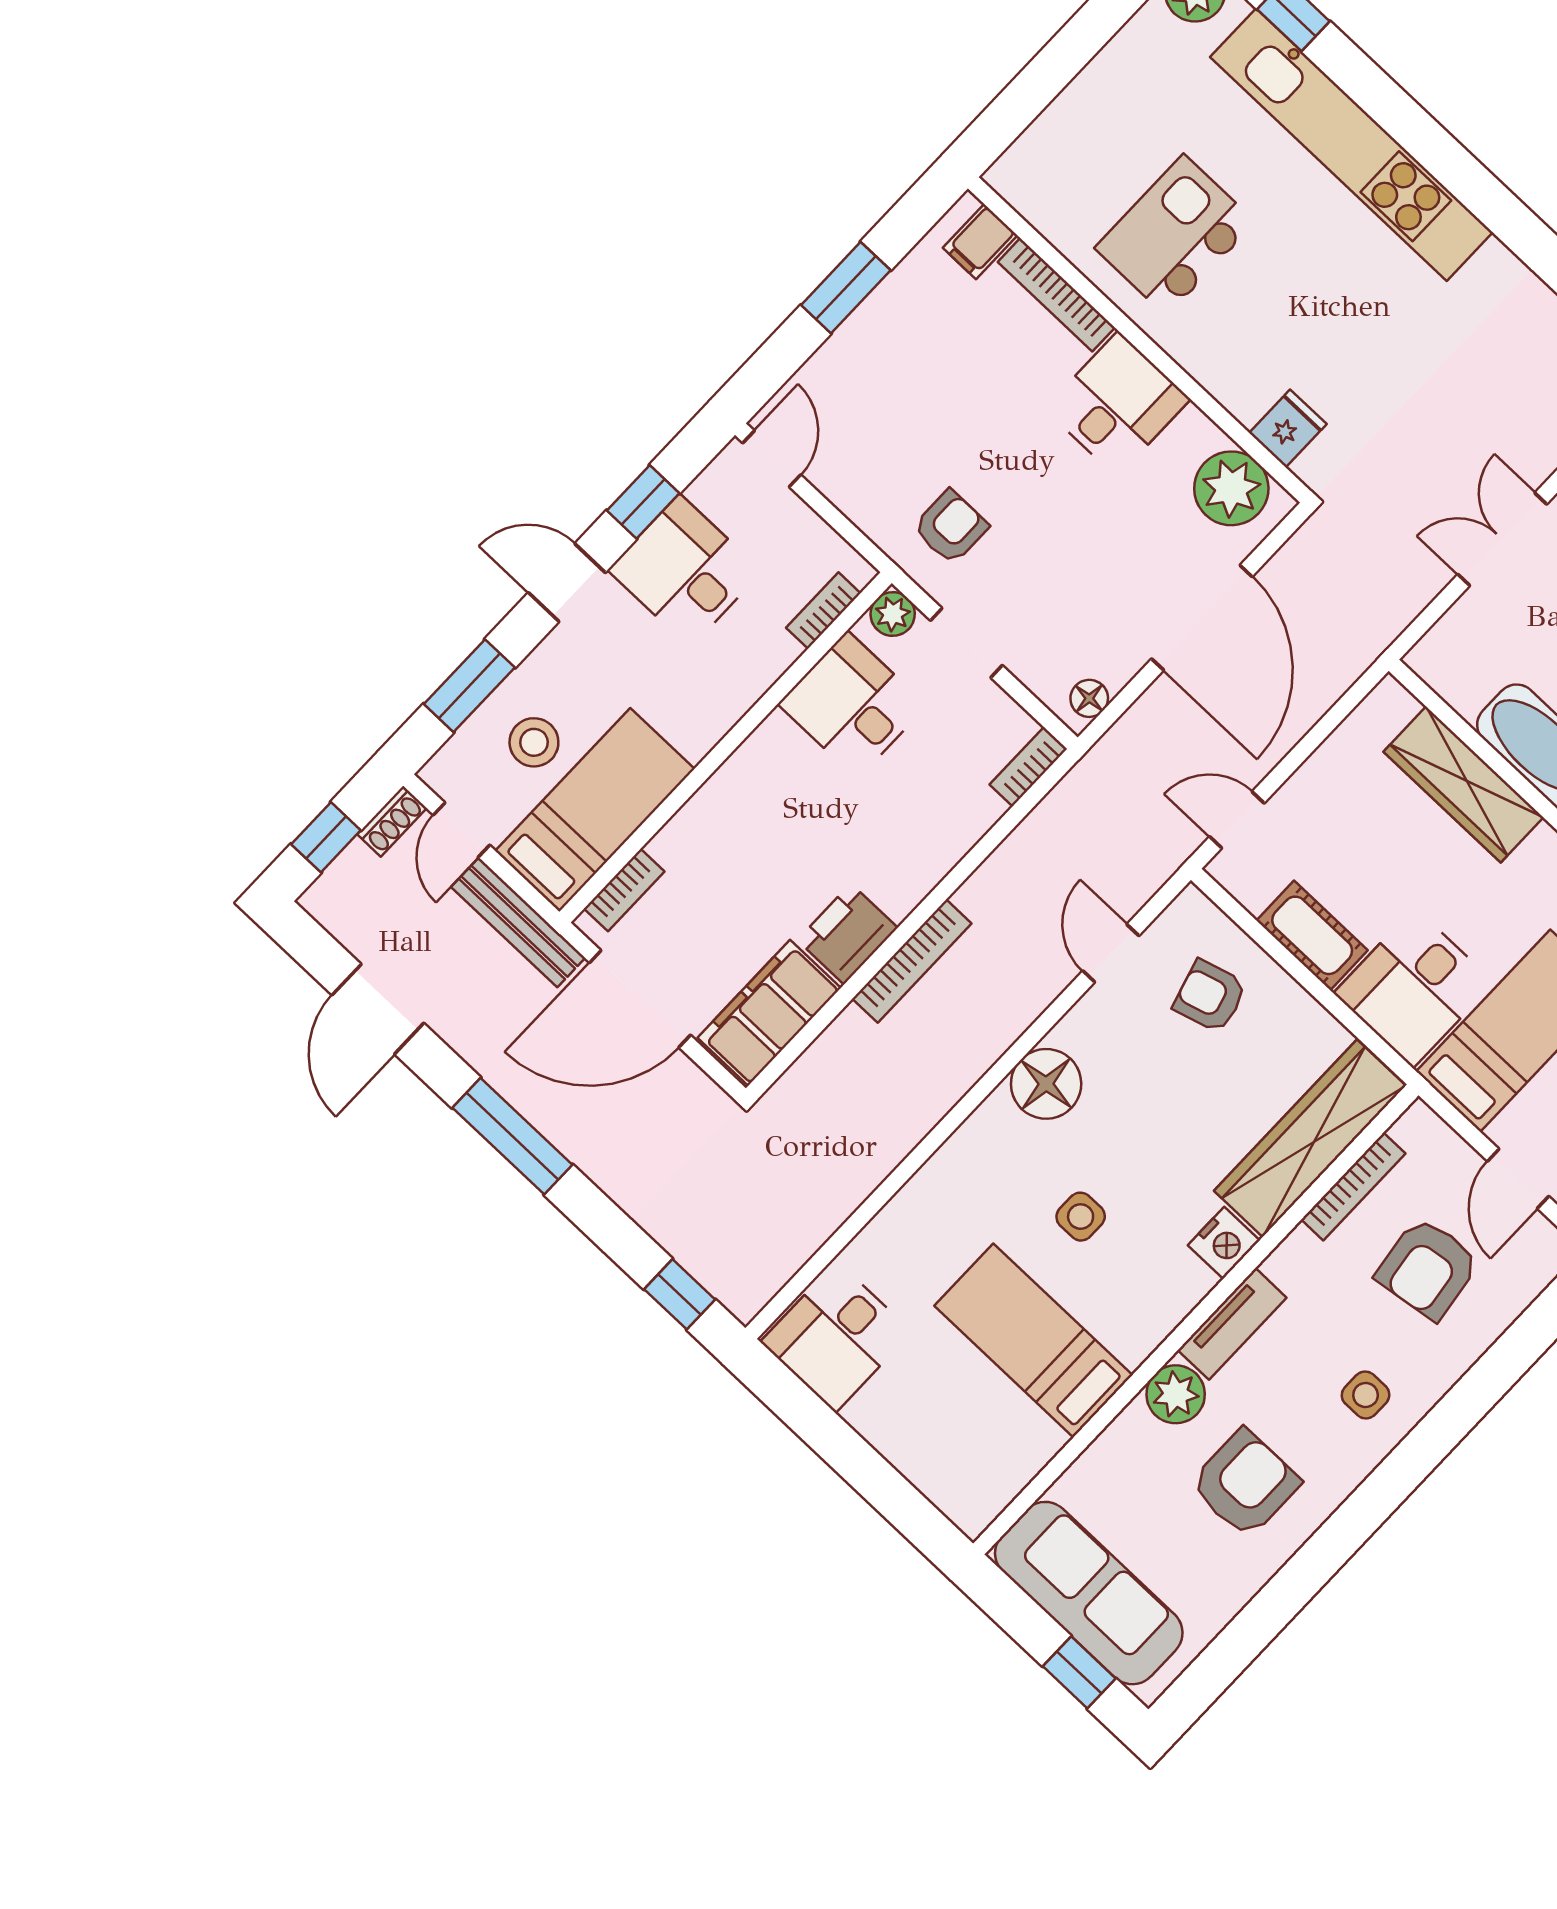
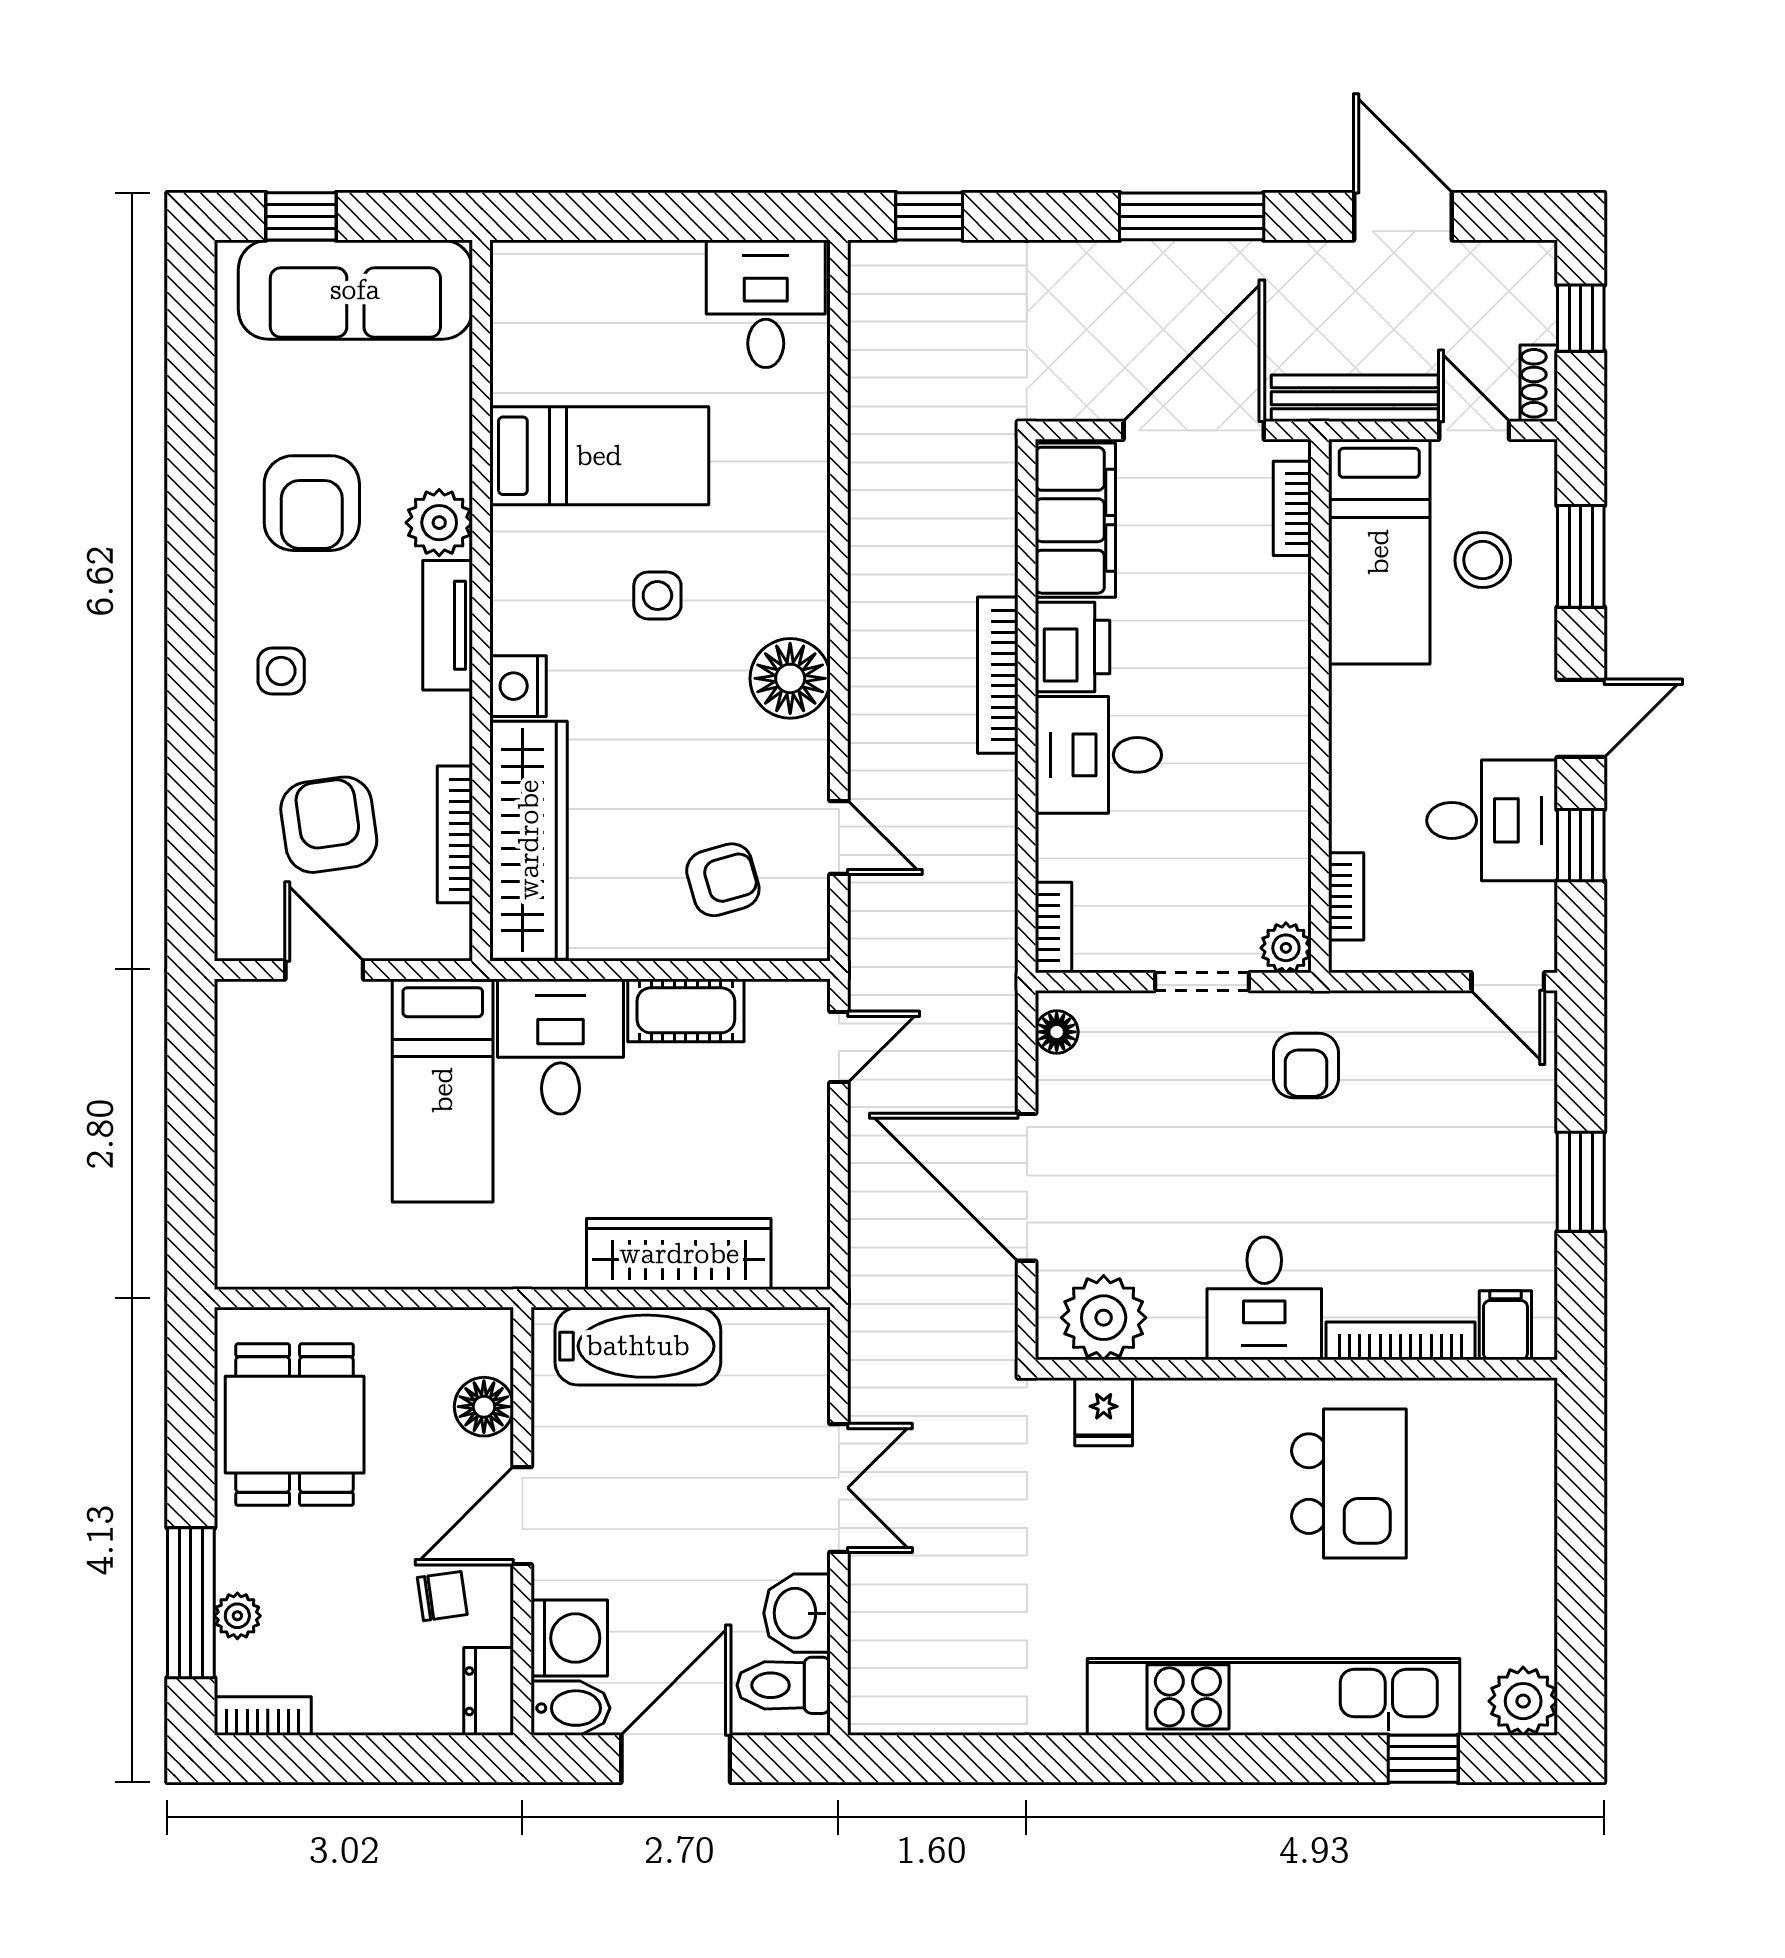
desk: (852, 705) -> (1098, 755), moved, turned 180

